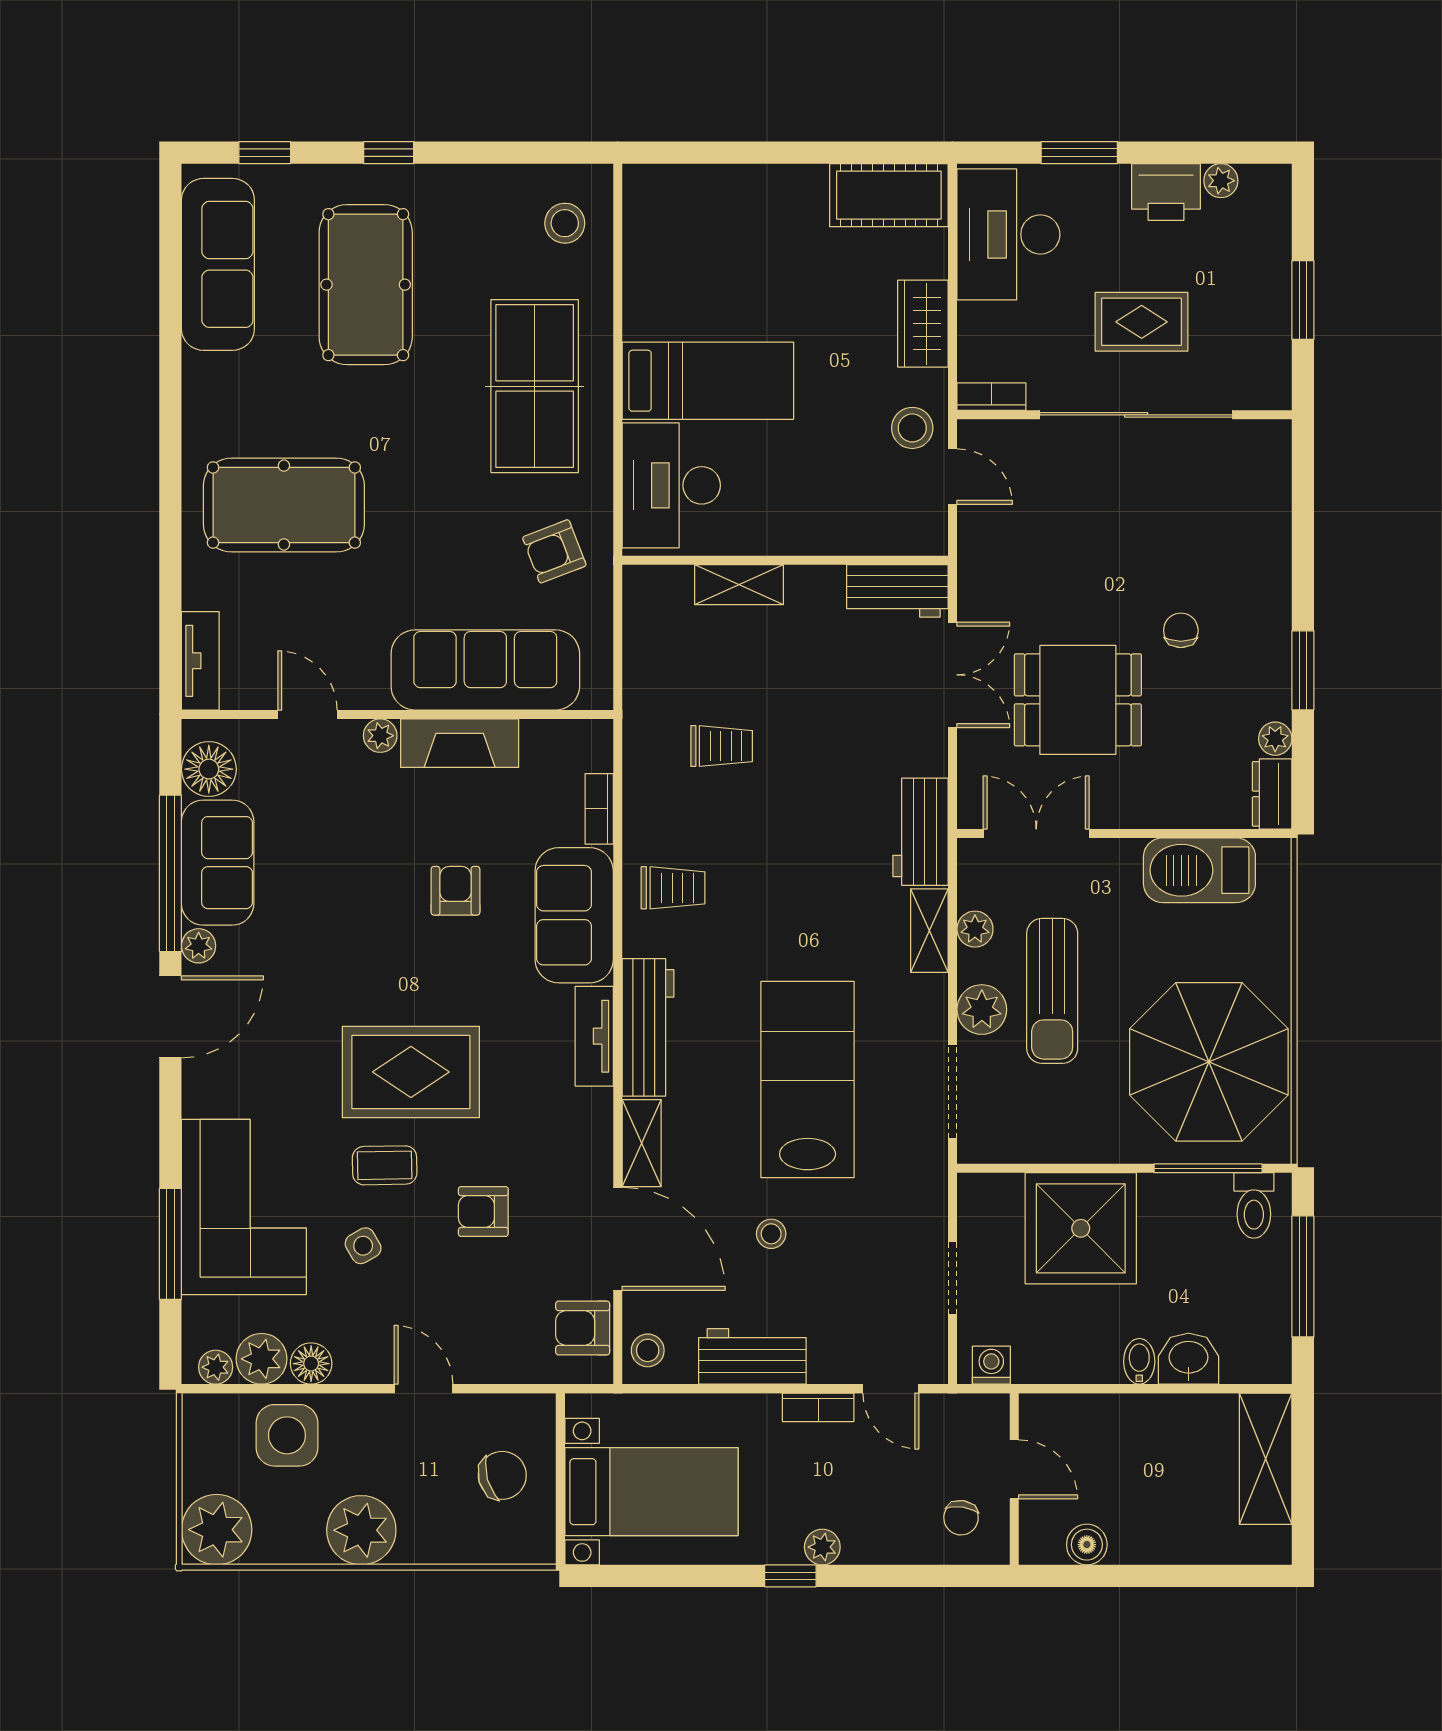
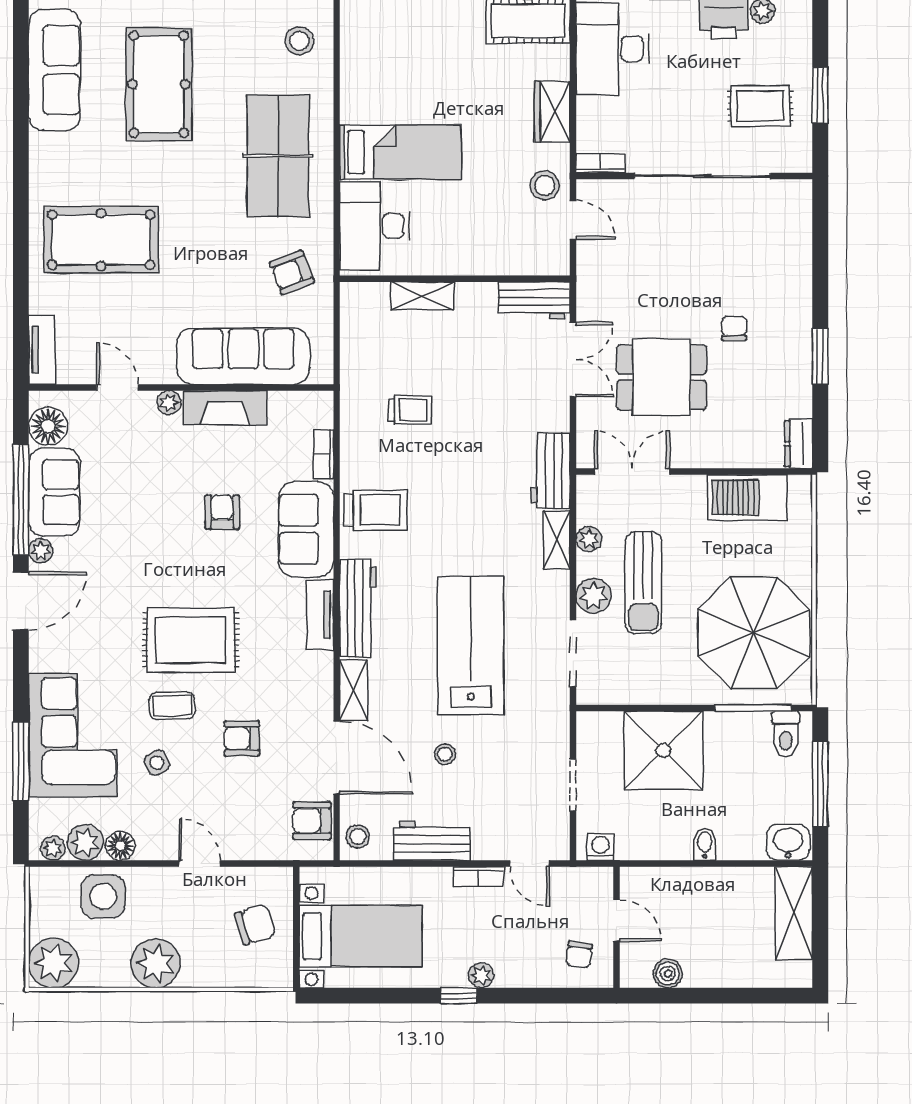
rug: (1142, 322) -> (760, 106), moved
plant: (1275, 739) -> (801, 405), removed
trolley: (673, 888) -> (376, 510), width x1.36, depth x1.39
washbasin: (1189, 1359) -> (788, 842), moved

